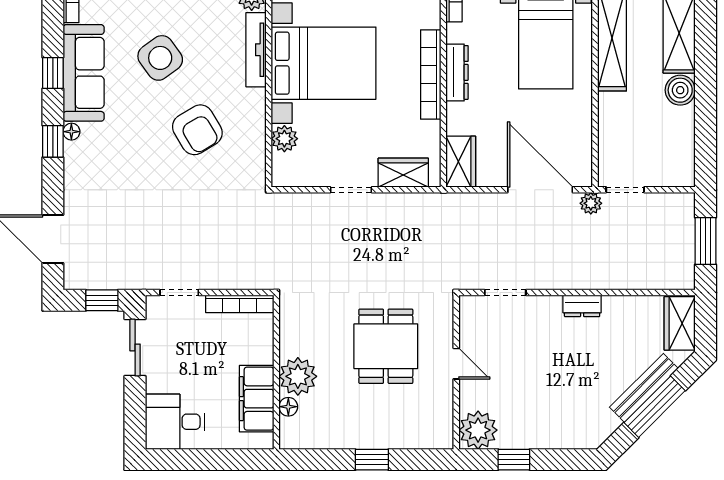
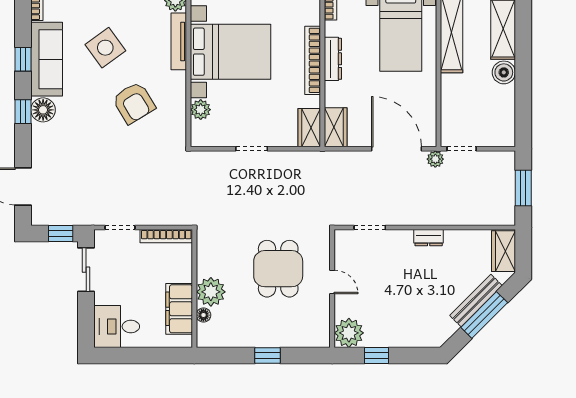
floor lamp: (71, 132) -> (43, 110), width x1.89, depth x1.89
wardrobe: (403, 173) -> (309, 128), moved, turned -90

